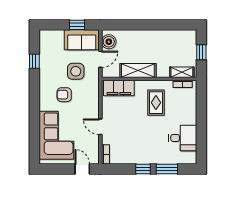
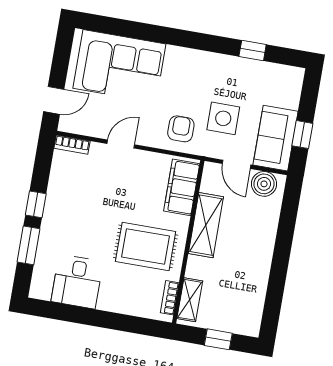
armchair: (64, 95) -> (181, 129), moved
rug: (156, 103) -> (146, 246), width x1.36, depth x1.43

